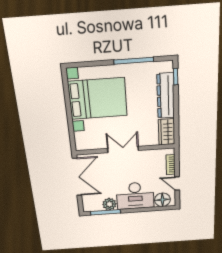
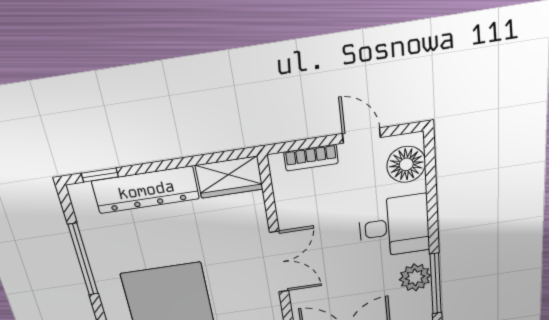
double door: (123, 149) -> (279, 262), swing flipped
door: (177, 184) -> (361, 135), swing flipped
desk: (135, 196) -> (394, 226), width x0.73

